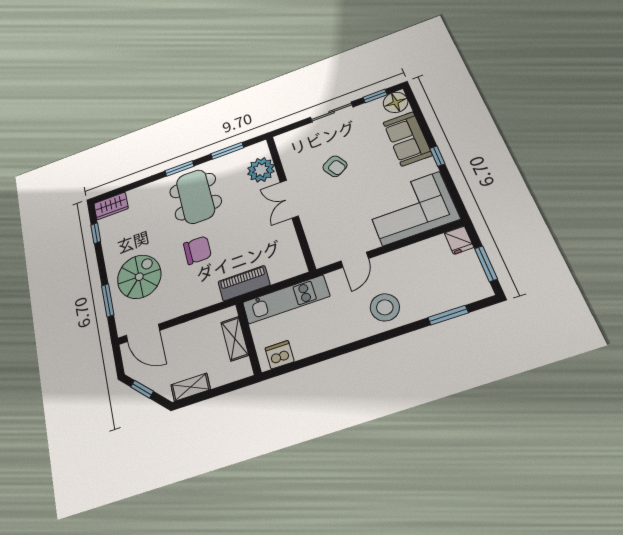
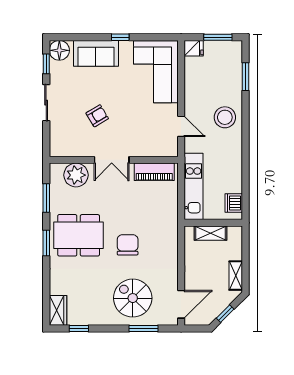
piano: (244, 283) -> (154, 172), moved, turned -90

